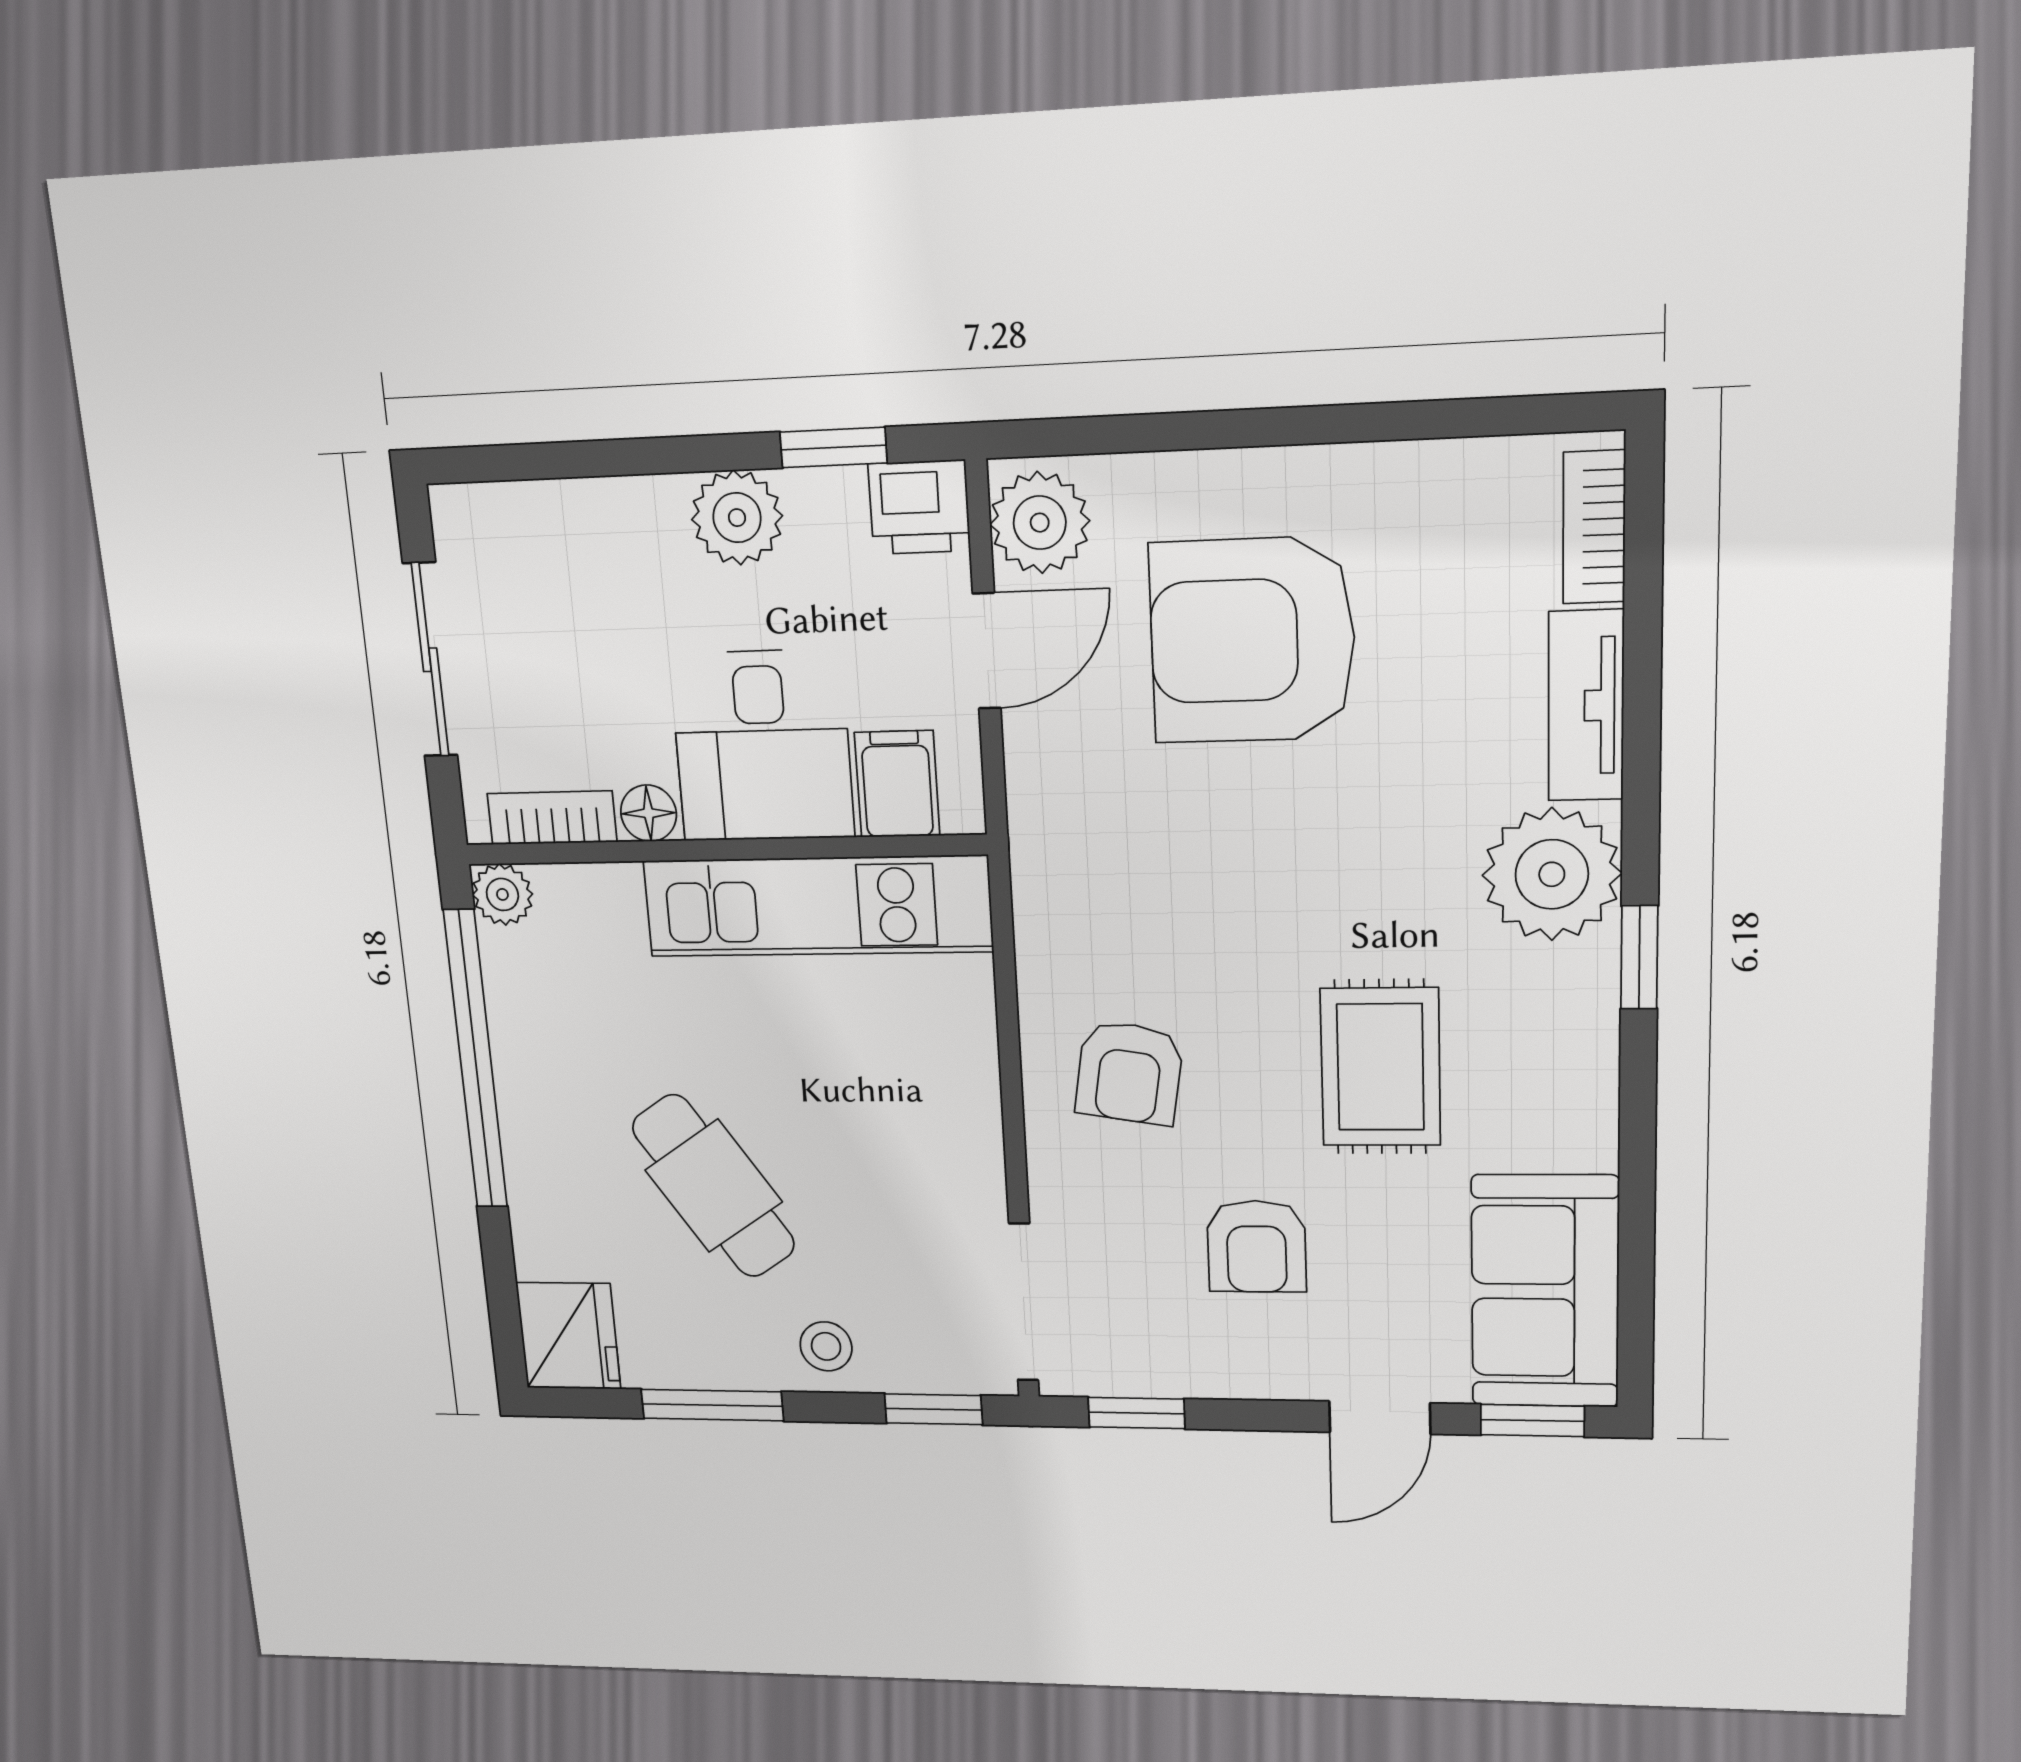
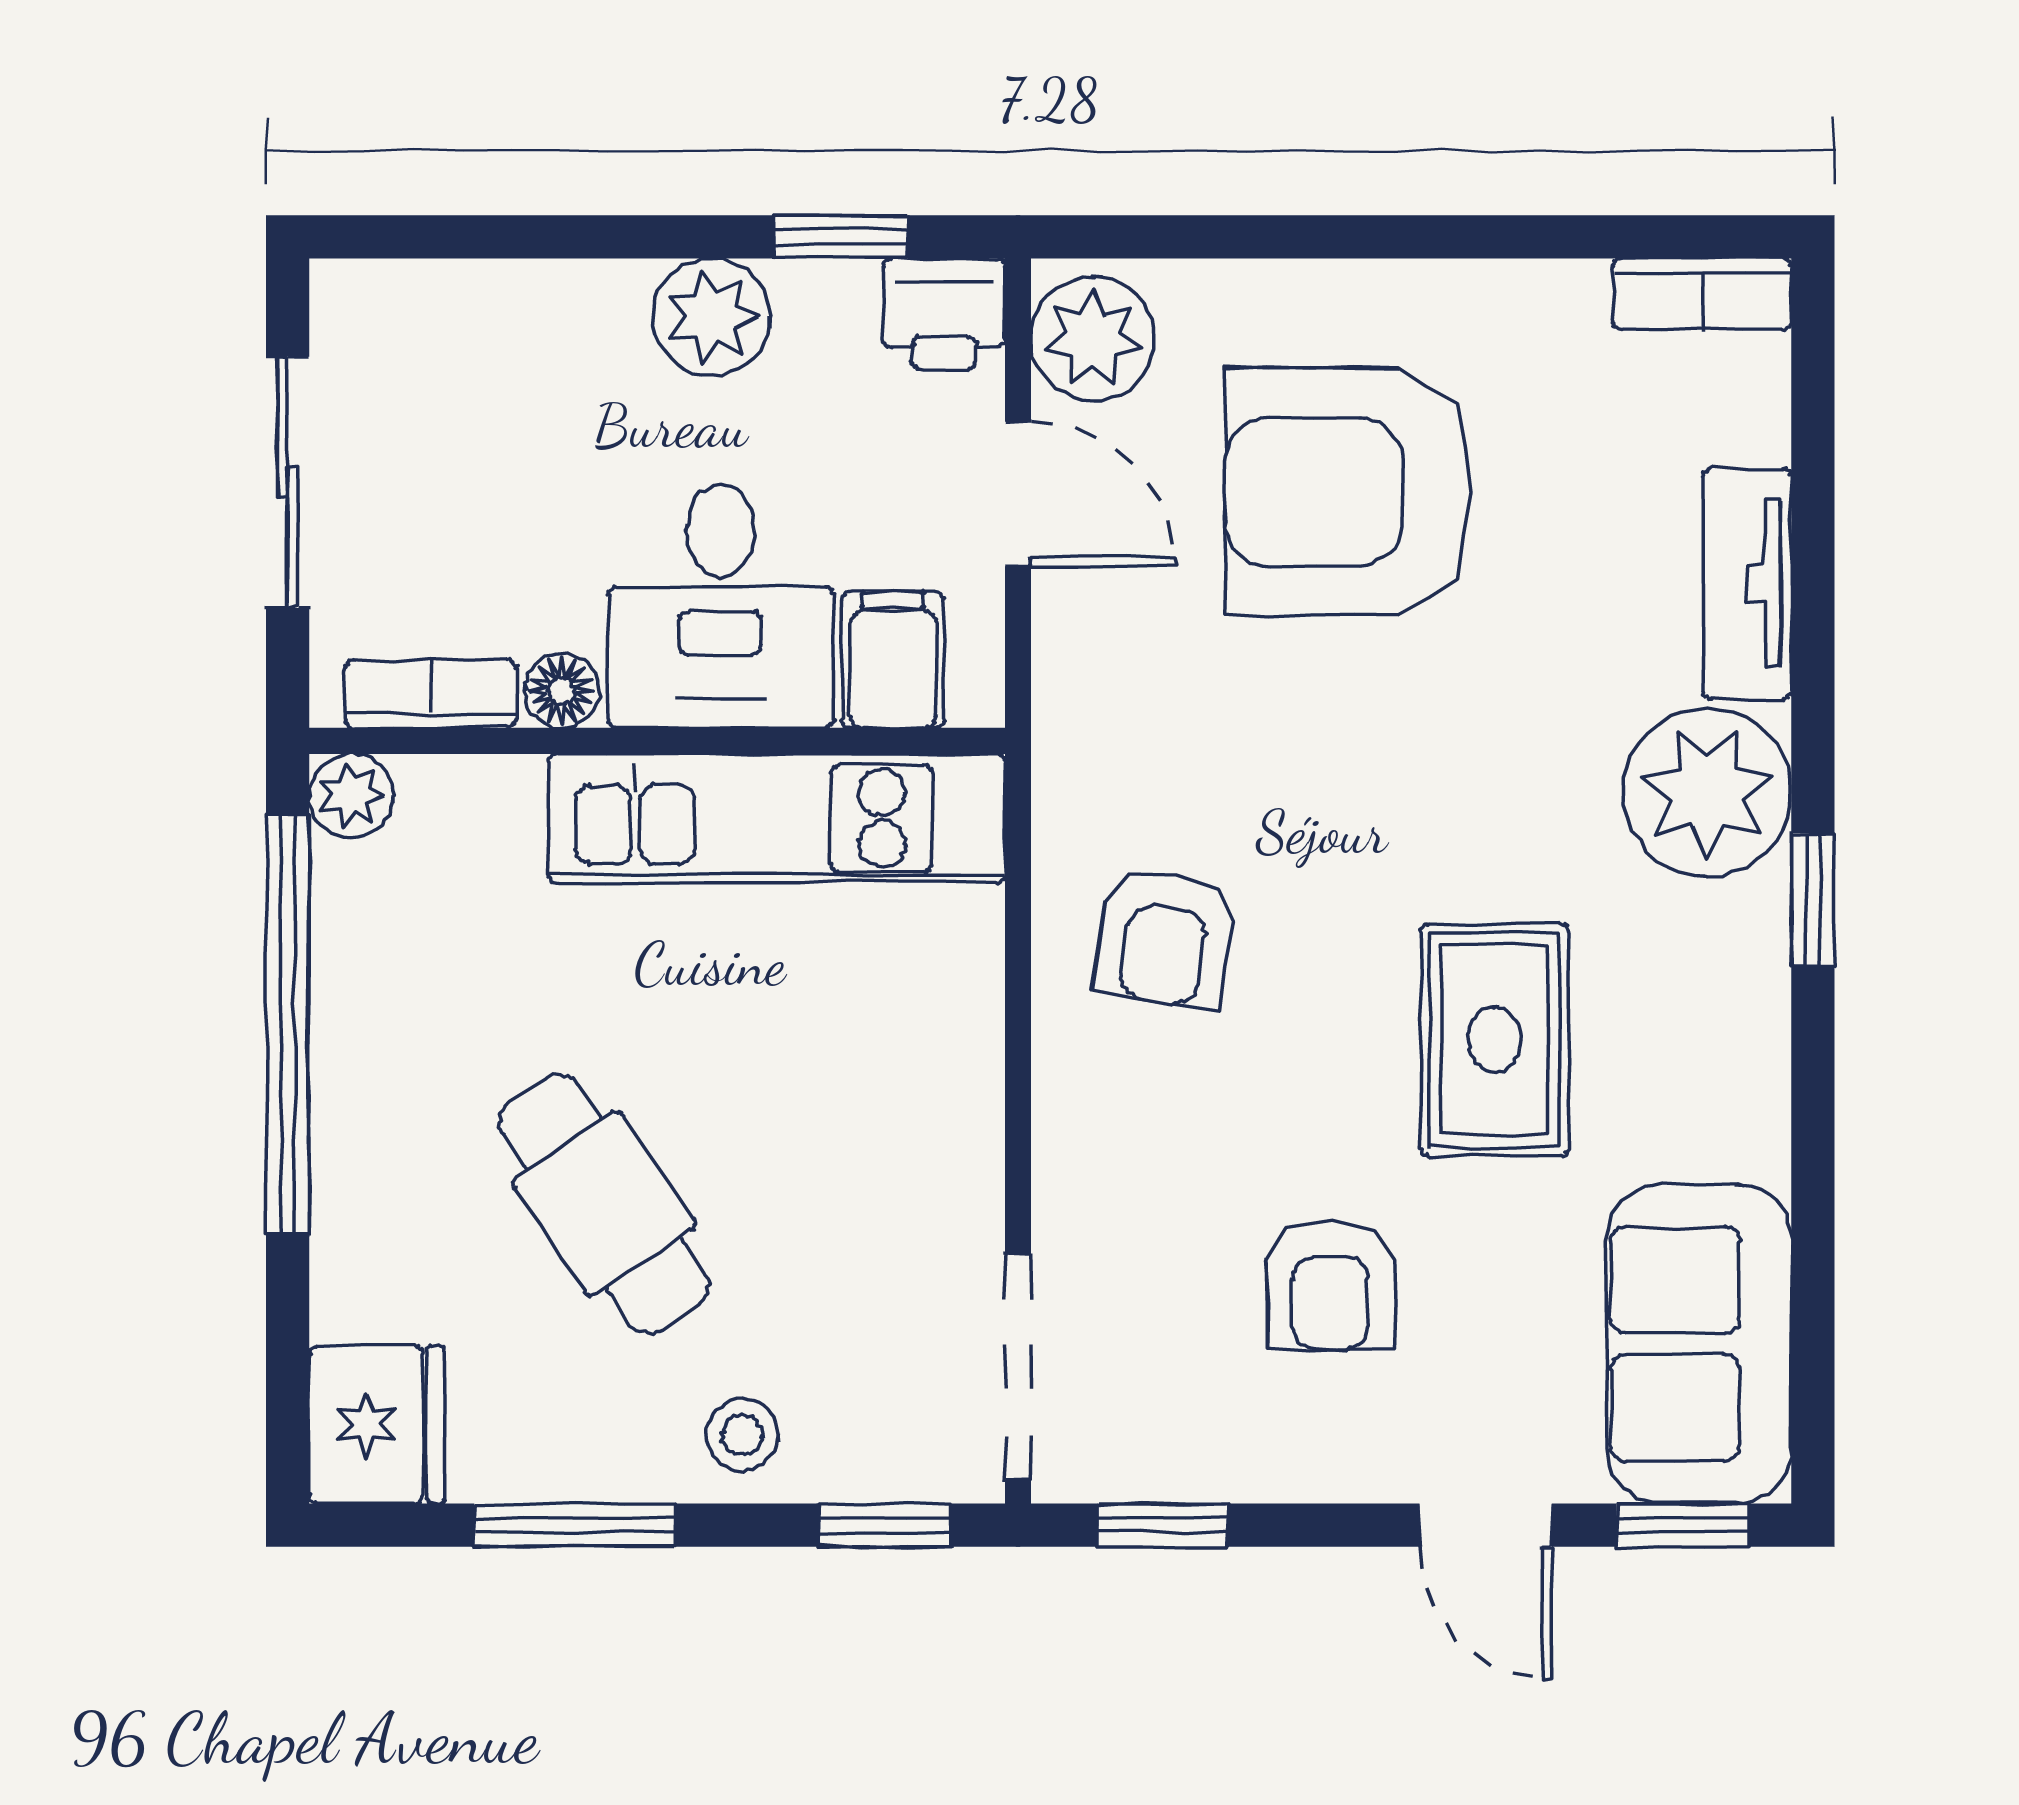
bookcase: (1594, 527) -> (1702, 294), moved, turned -90
door: (987, 651) -> (1018, 494), hinge flipped
armchair: (1129, 1073) -> (1166, 937), moved
door: (1380, 1418) -> (1486, 1525), hinge flipped

